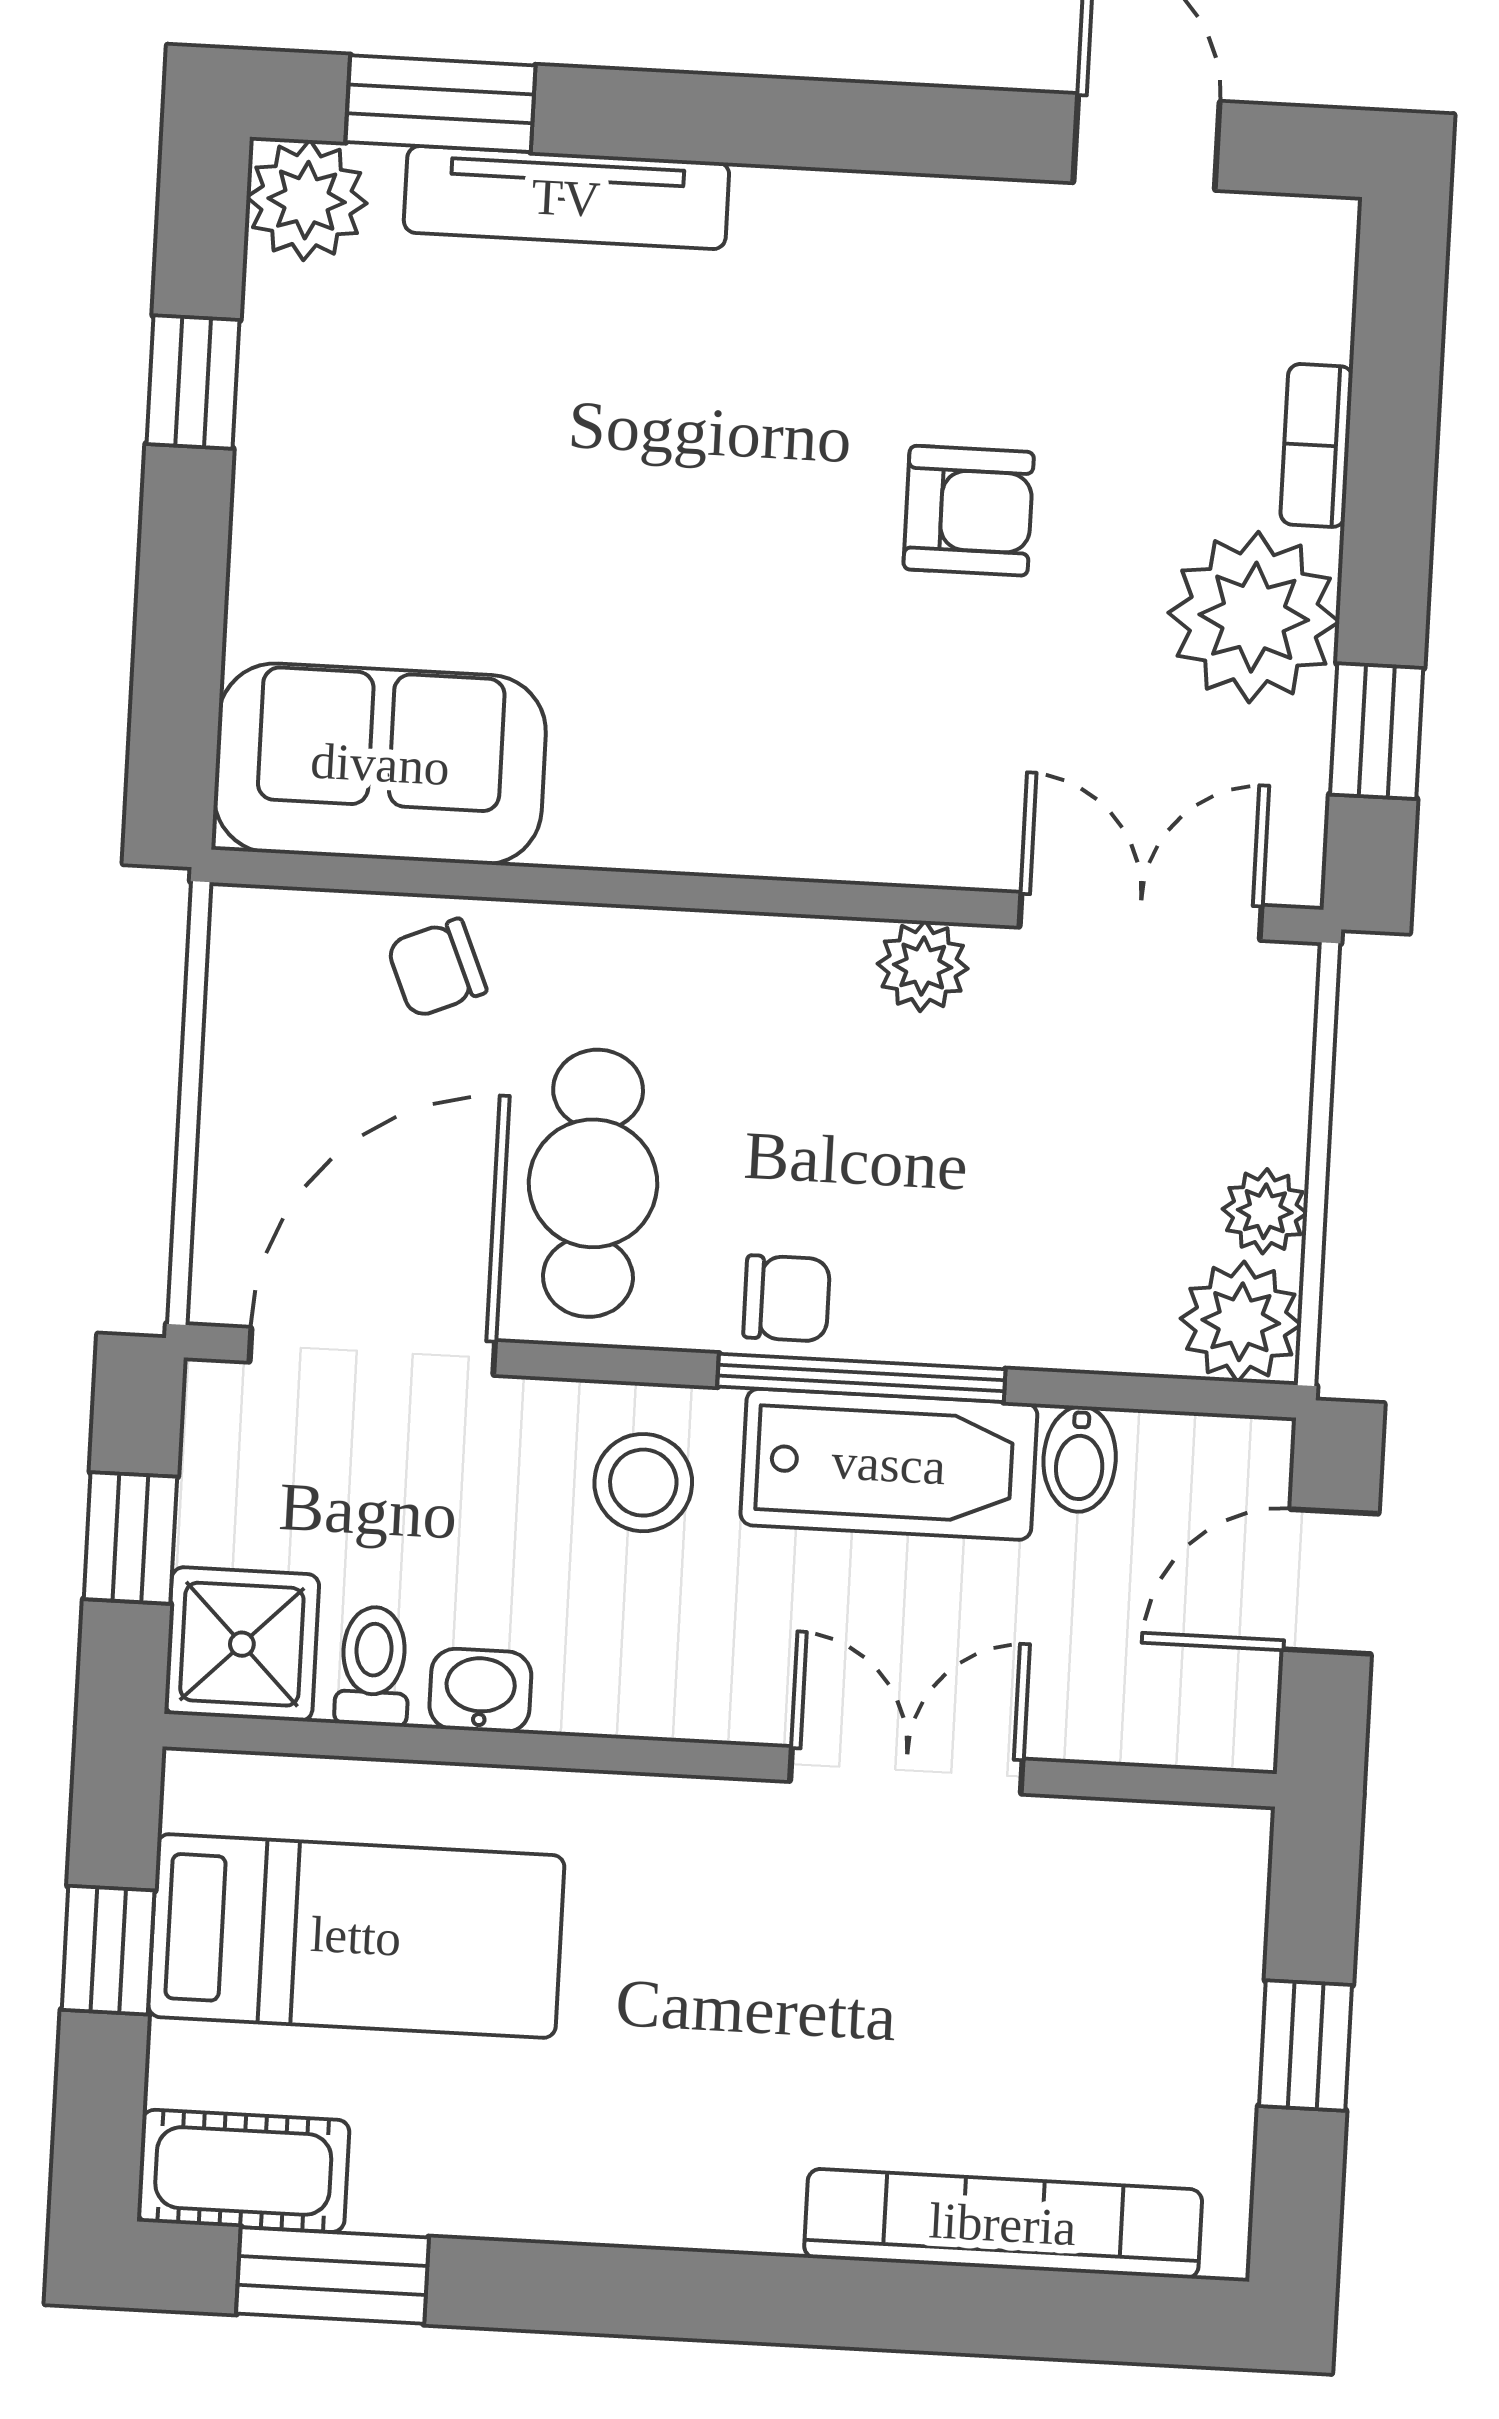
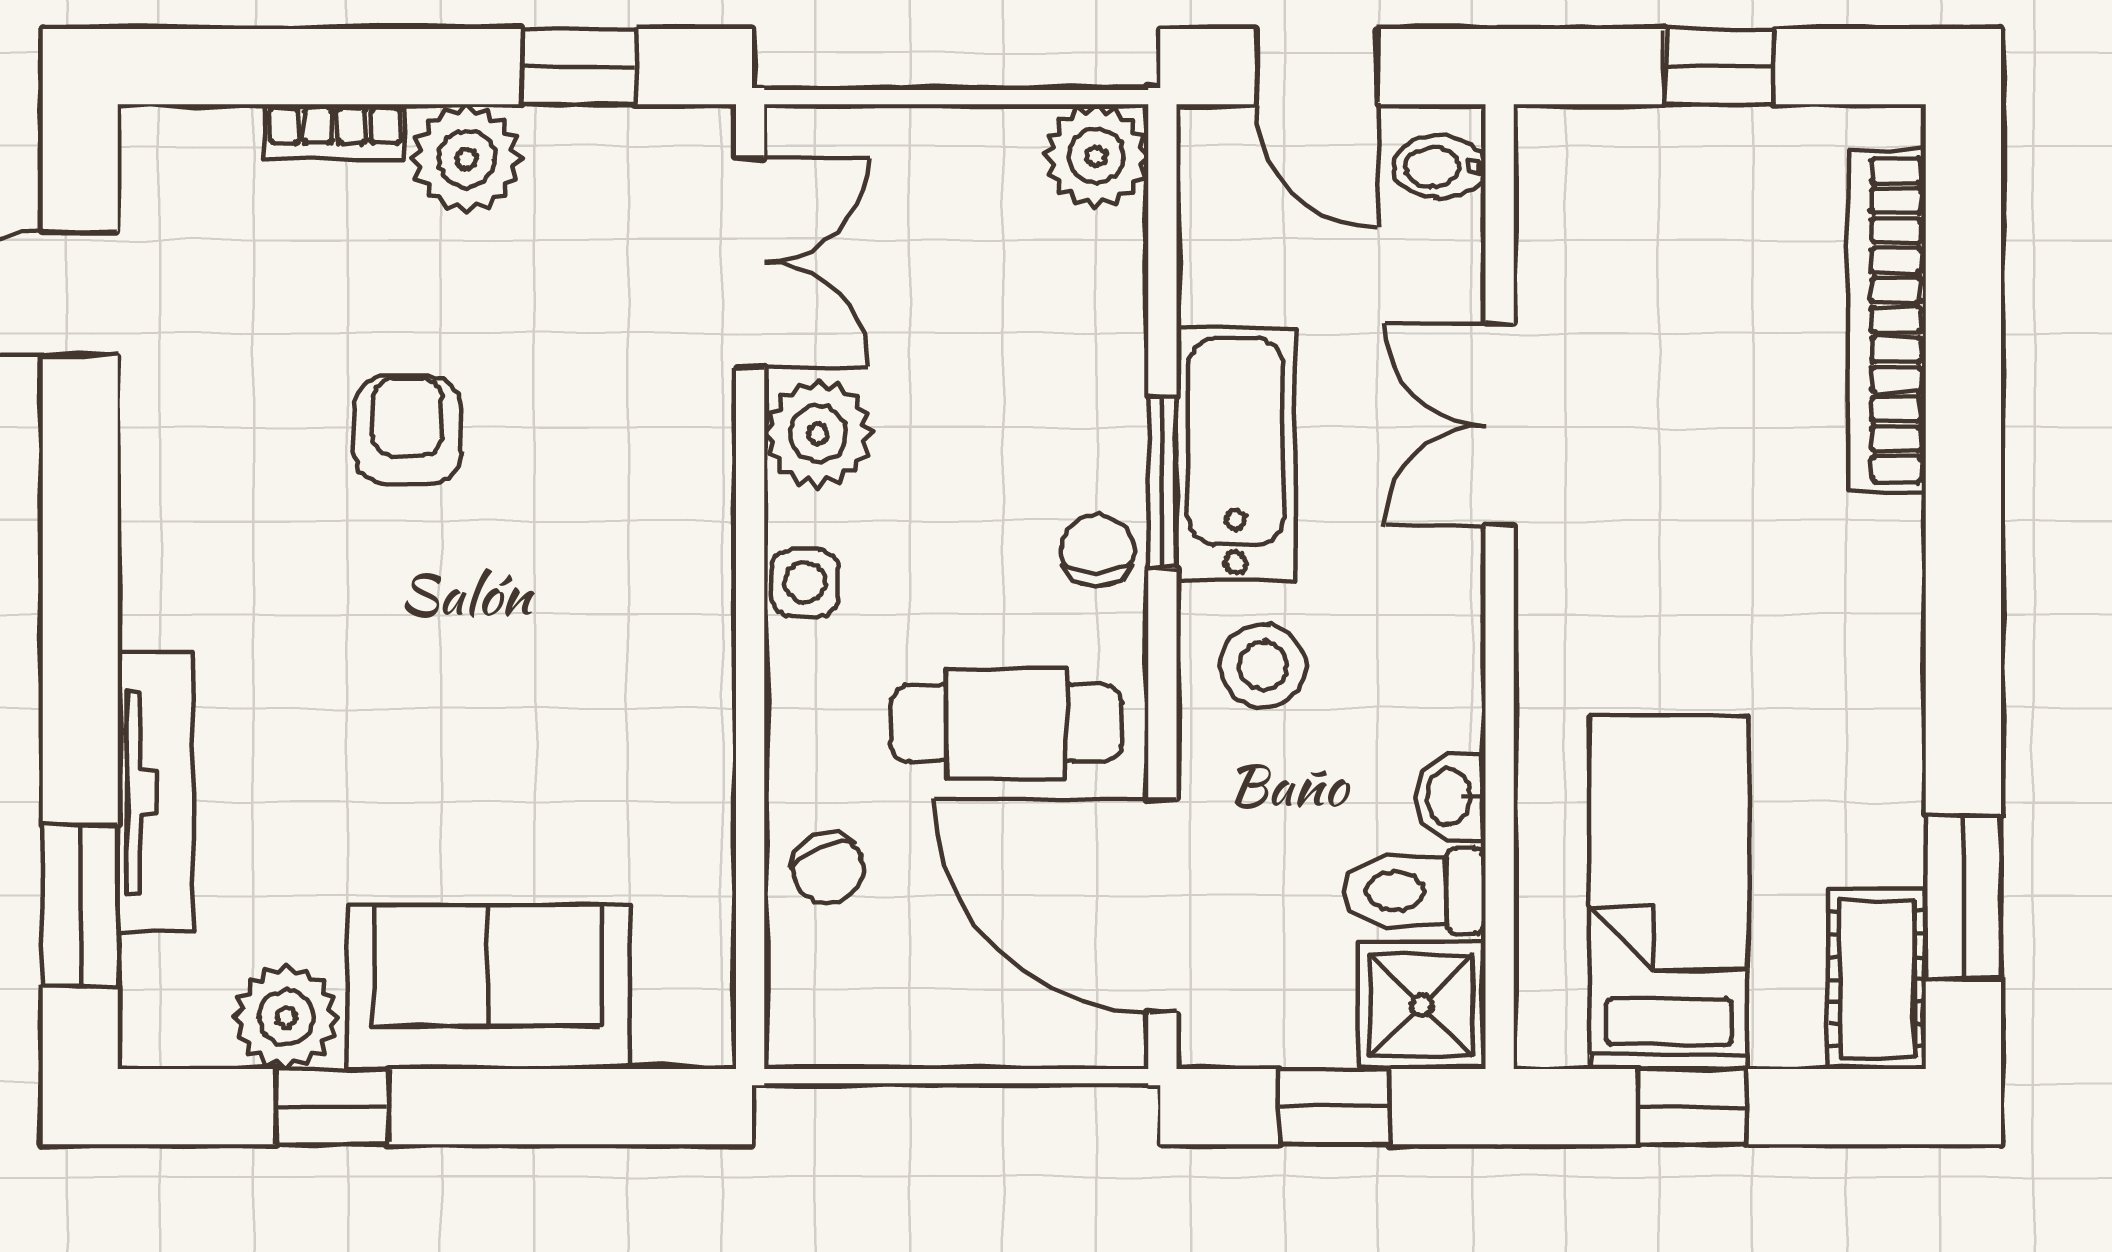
plant: (307, 200) -> (286, 1017), moved
plant: (1254, 617) -> (466, 159), width x0.73, depth x0.73
sofa: (380, 764) -> (488, 987), moved, turned 90
double door: (1141, 916) -> (750, 262), swing flipped
side table: (768, 960) -> (805, 583), added
plant: (923, 966) -> (818, 434), width x1.38, depth x1.38
plant: (1265, 1211) -> (999, 141), removed
window: (861, 1378) -> (1162, 482), width x0.69
bidet: (1080, 1459) -> (1440, 167), moved, turned 180
toilet: (373, 1666) -> (1415, 891), width x1.37, depth x1.39

